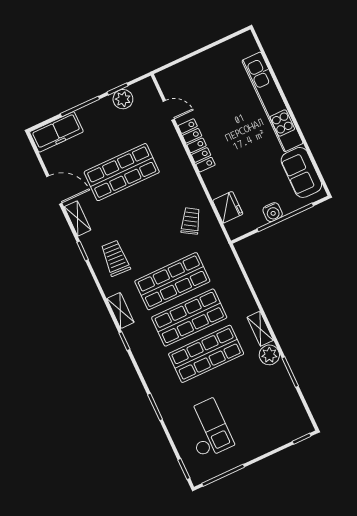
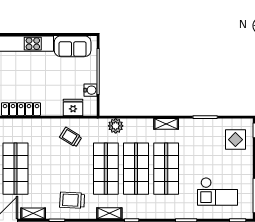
water cooler: (273, 212) -> (91, 90), moved
plant: (269, 355) -> (116, 126), moved
display table: (280, 421) -> (235, 140), added
checkout: (207, 429) -> (218, 192), turned 180

